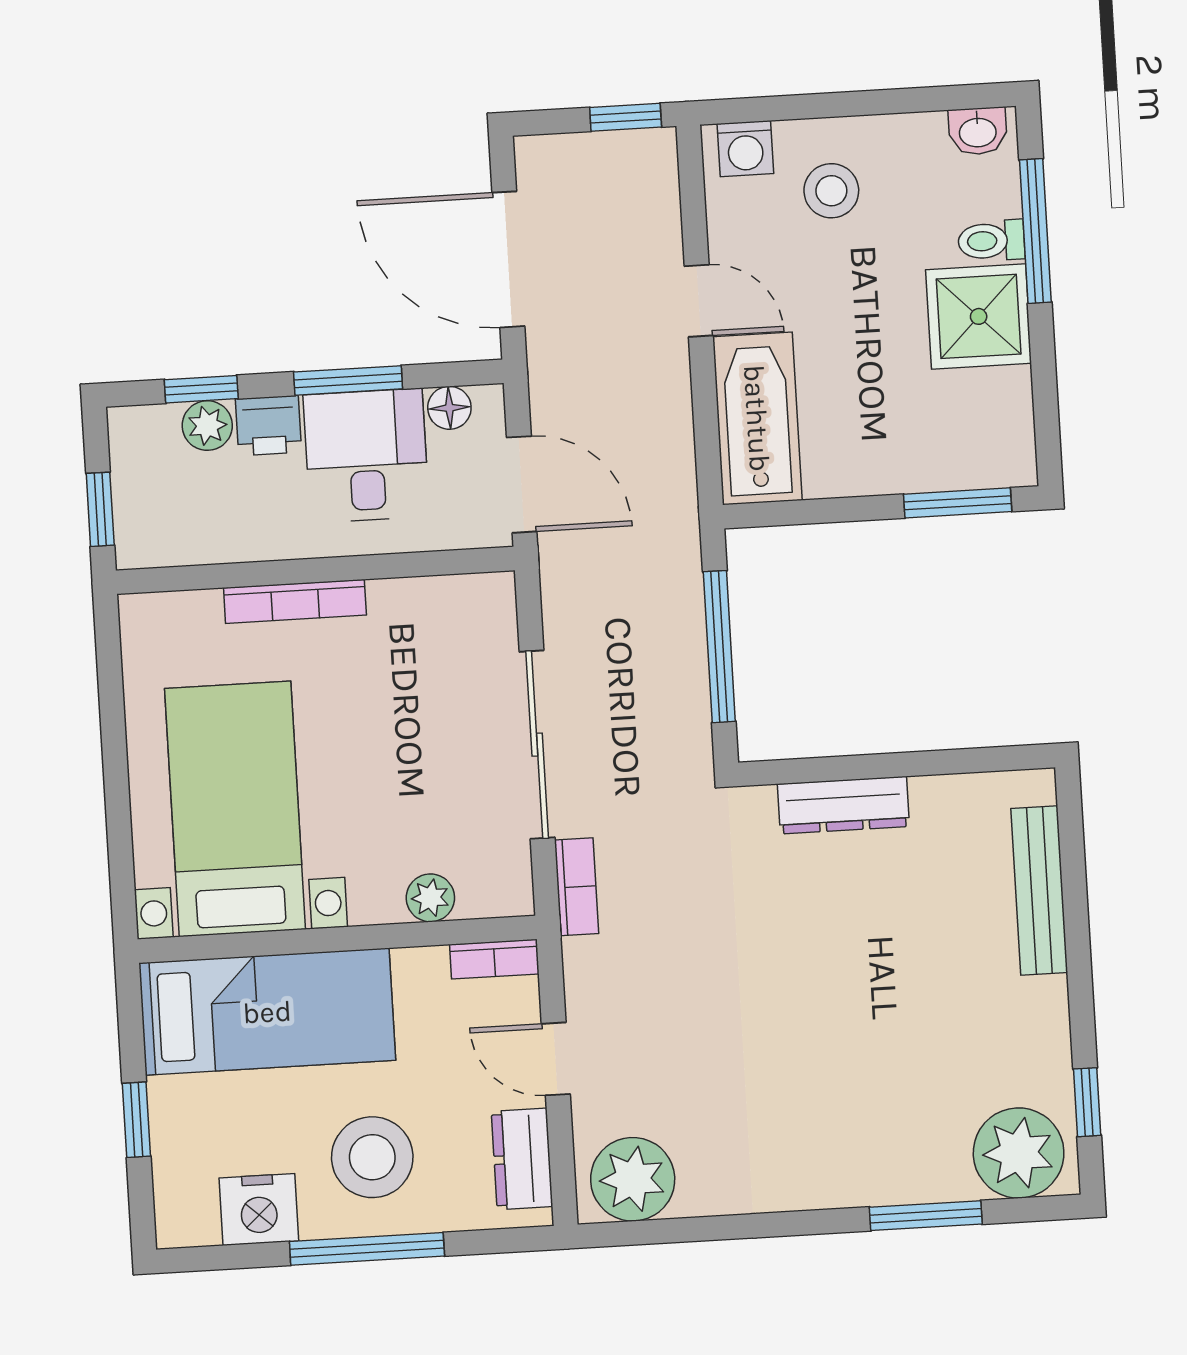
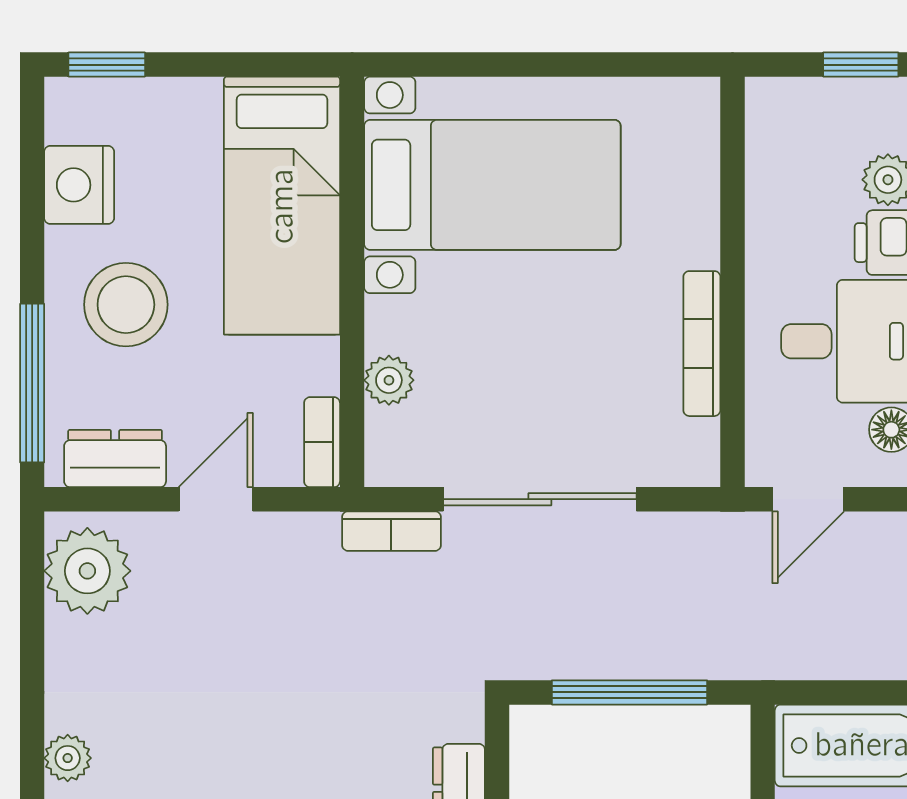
door: (522, 484) -> (808, 499), width x0.73
window: (100, 509) -> (861, 65), moved
bookcase: (295, 601) -> (702, 344), moved
window: (136, 1120) -> (107, 65), moved
plant: (815, 1188) -> (68, 758), added
window: (367, 1249) -> (32, 383), moved

